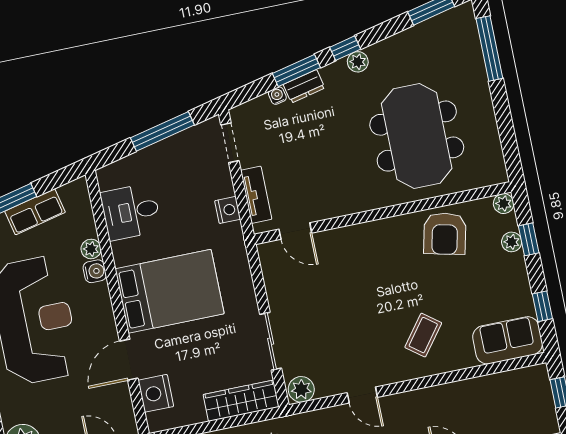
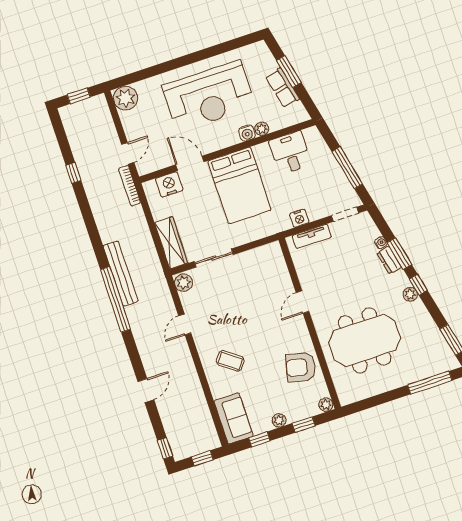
door: (295, 231) -> (302, 302), moved
plant: (512, 242) -> (279, 420), moved

